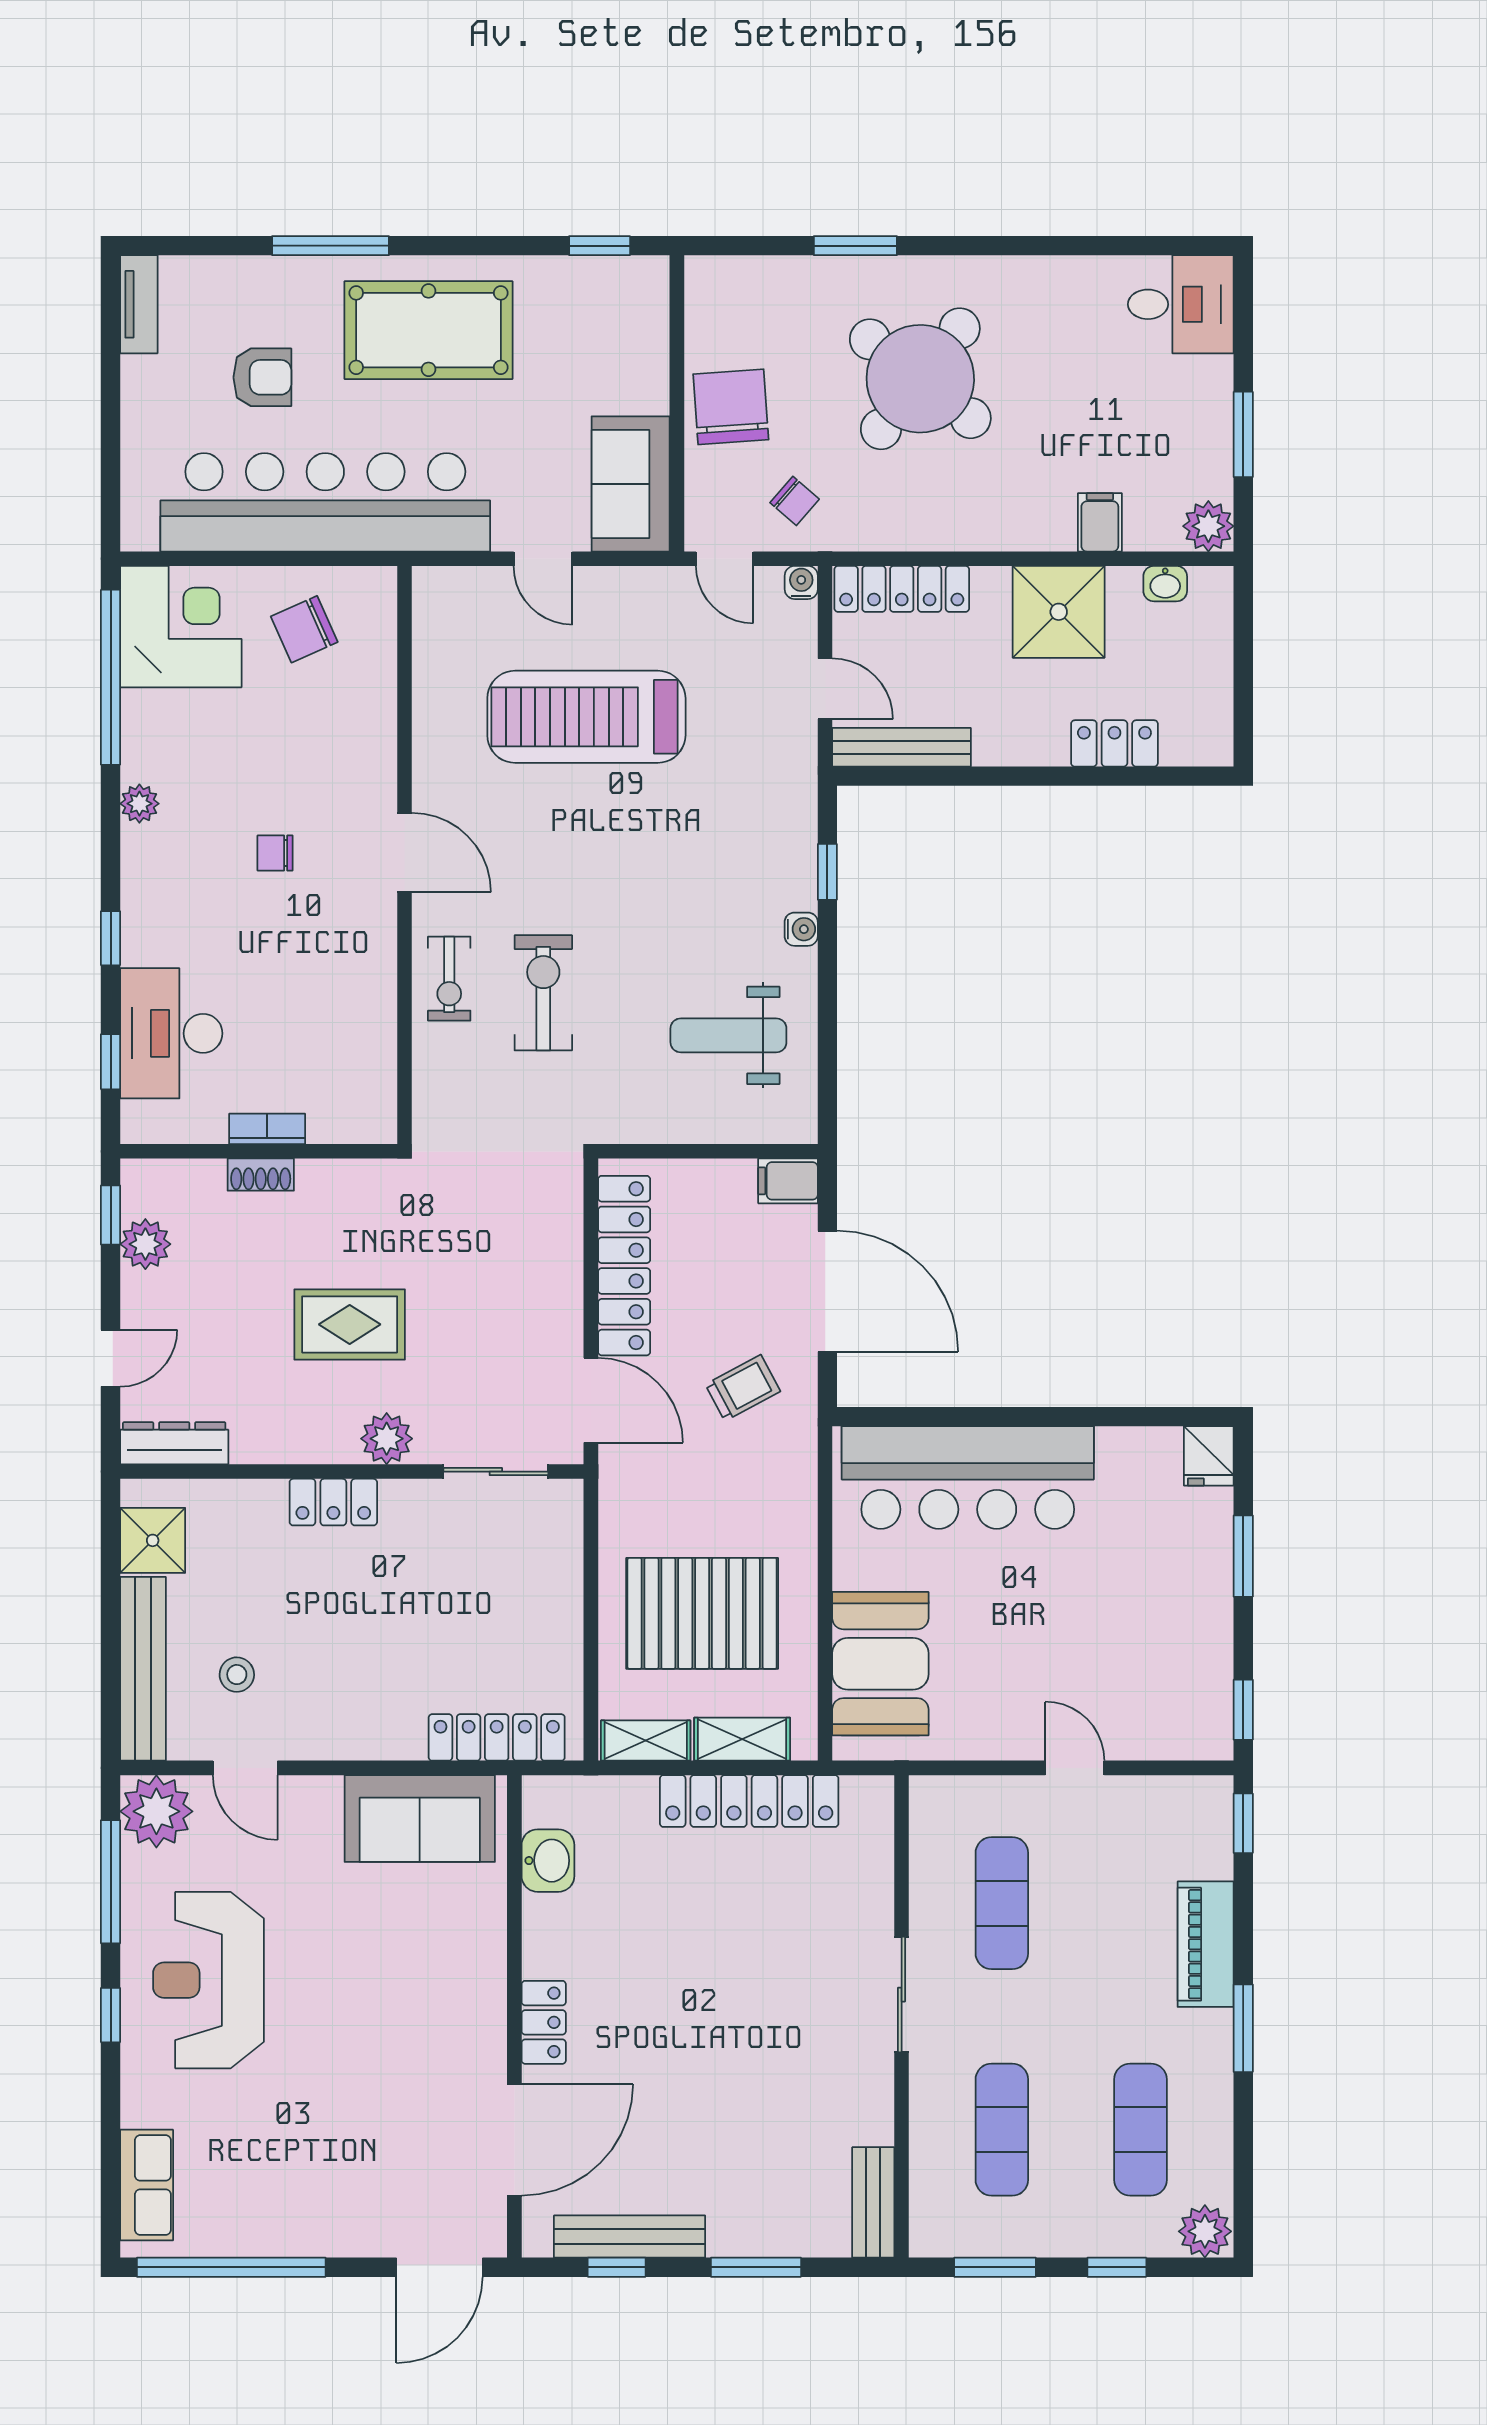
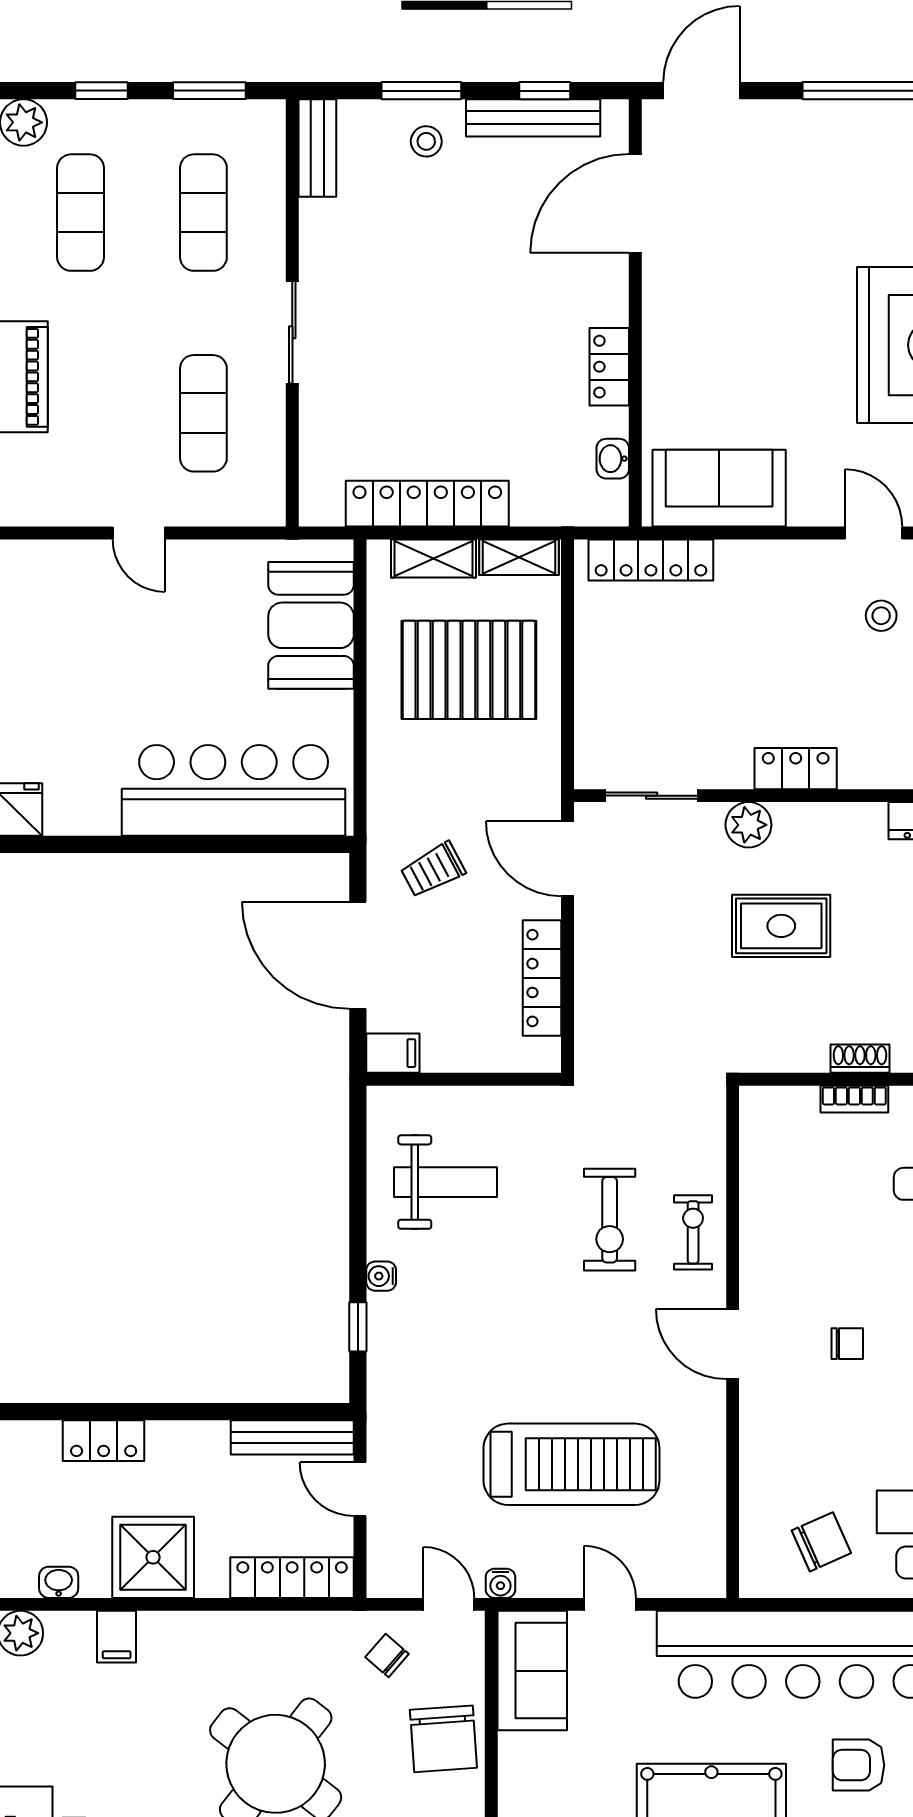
water cooler: (801, 582) -> (500, 1583), moved
locker: (624, 1266) -> (542, 978), width x0.71, depth x0.83
washbasin: (548, 1861) -> (613, 459), width x0.72, depth x0.69
locker: (544, 2022) -> (609, 367), moved
stool: (750, 2210) -> (426, 141), added

